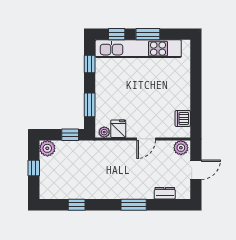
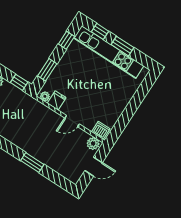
dishwasher: (183, 118) -> (101, 130), moved, turned 90
dresser: (165, 193) -> (60, 169), removed

